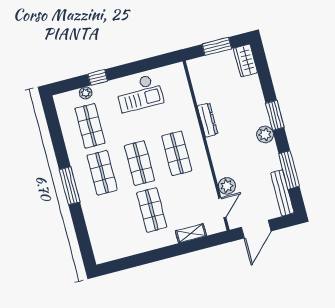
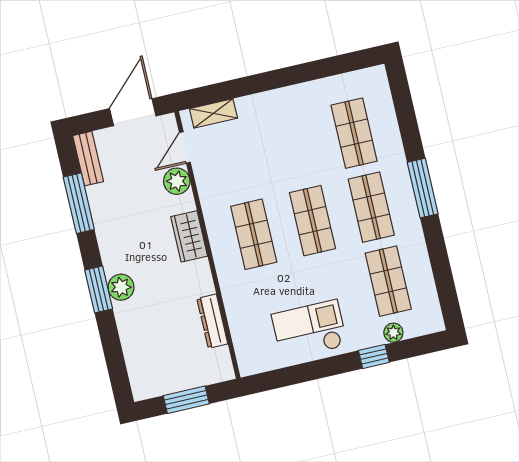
wardrobe: (245, 60) -> (189, 236), moved, turned 180
dresser: (208, 120) -> (212, 321), moved
plant: (265, 134) -> (121, 287), moved
bench: (282, 193) -> (88, 159), width x0.73
shop shelf: (152, 210) -> (354, 133), moved
shelving: (191, 233) -> (213, 113), moved

